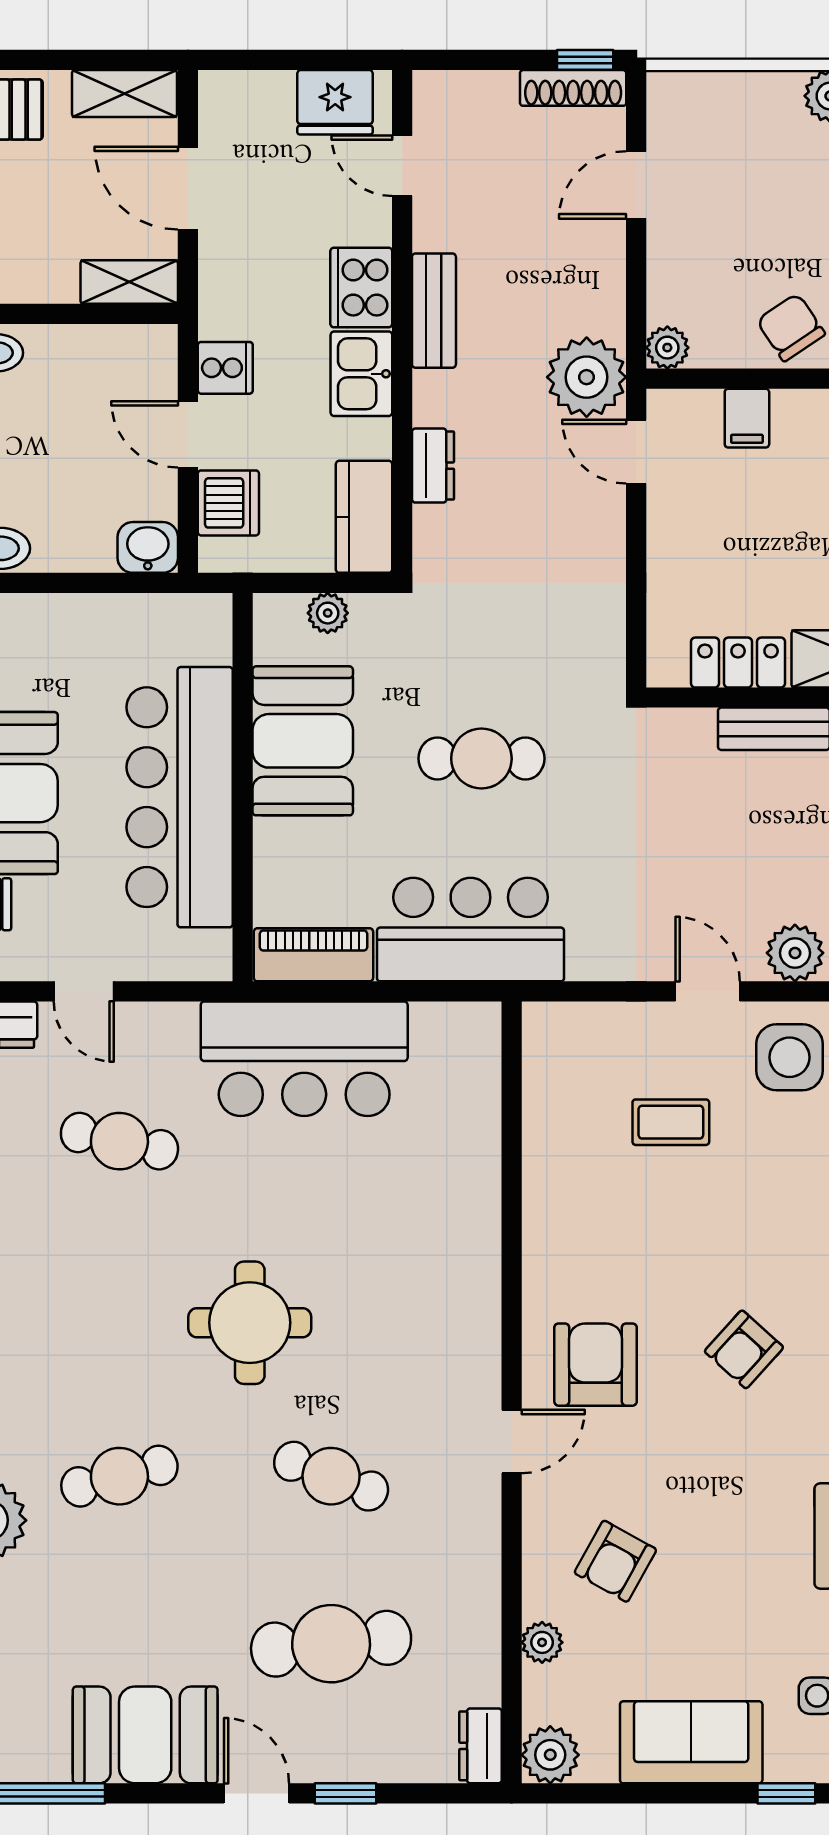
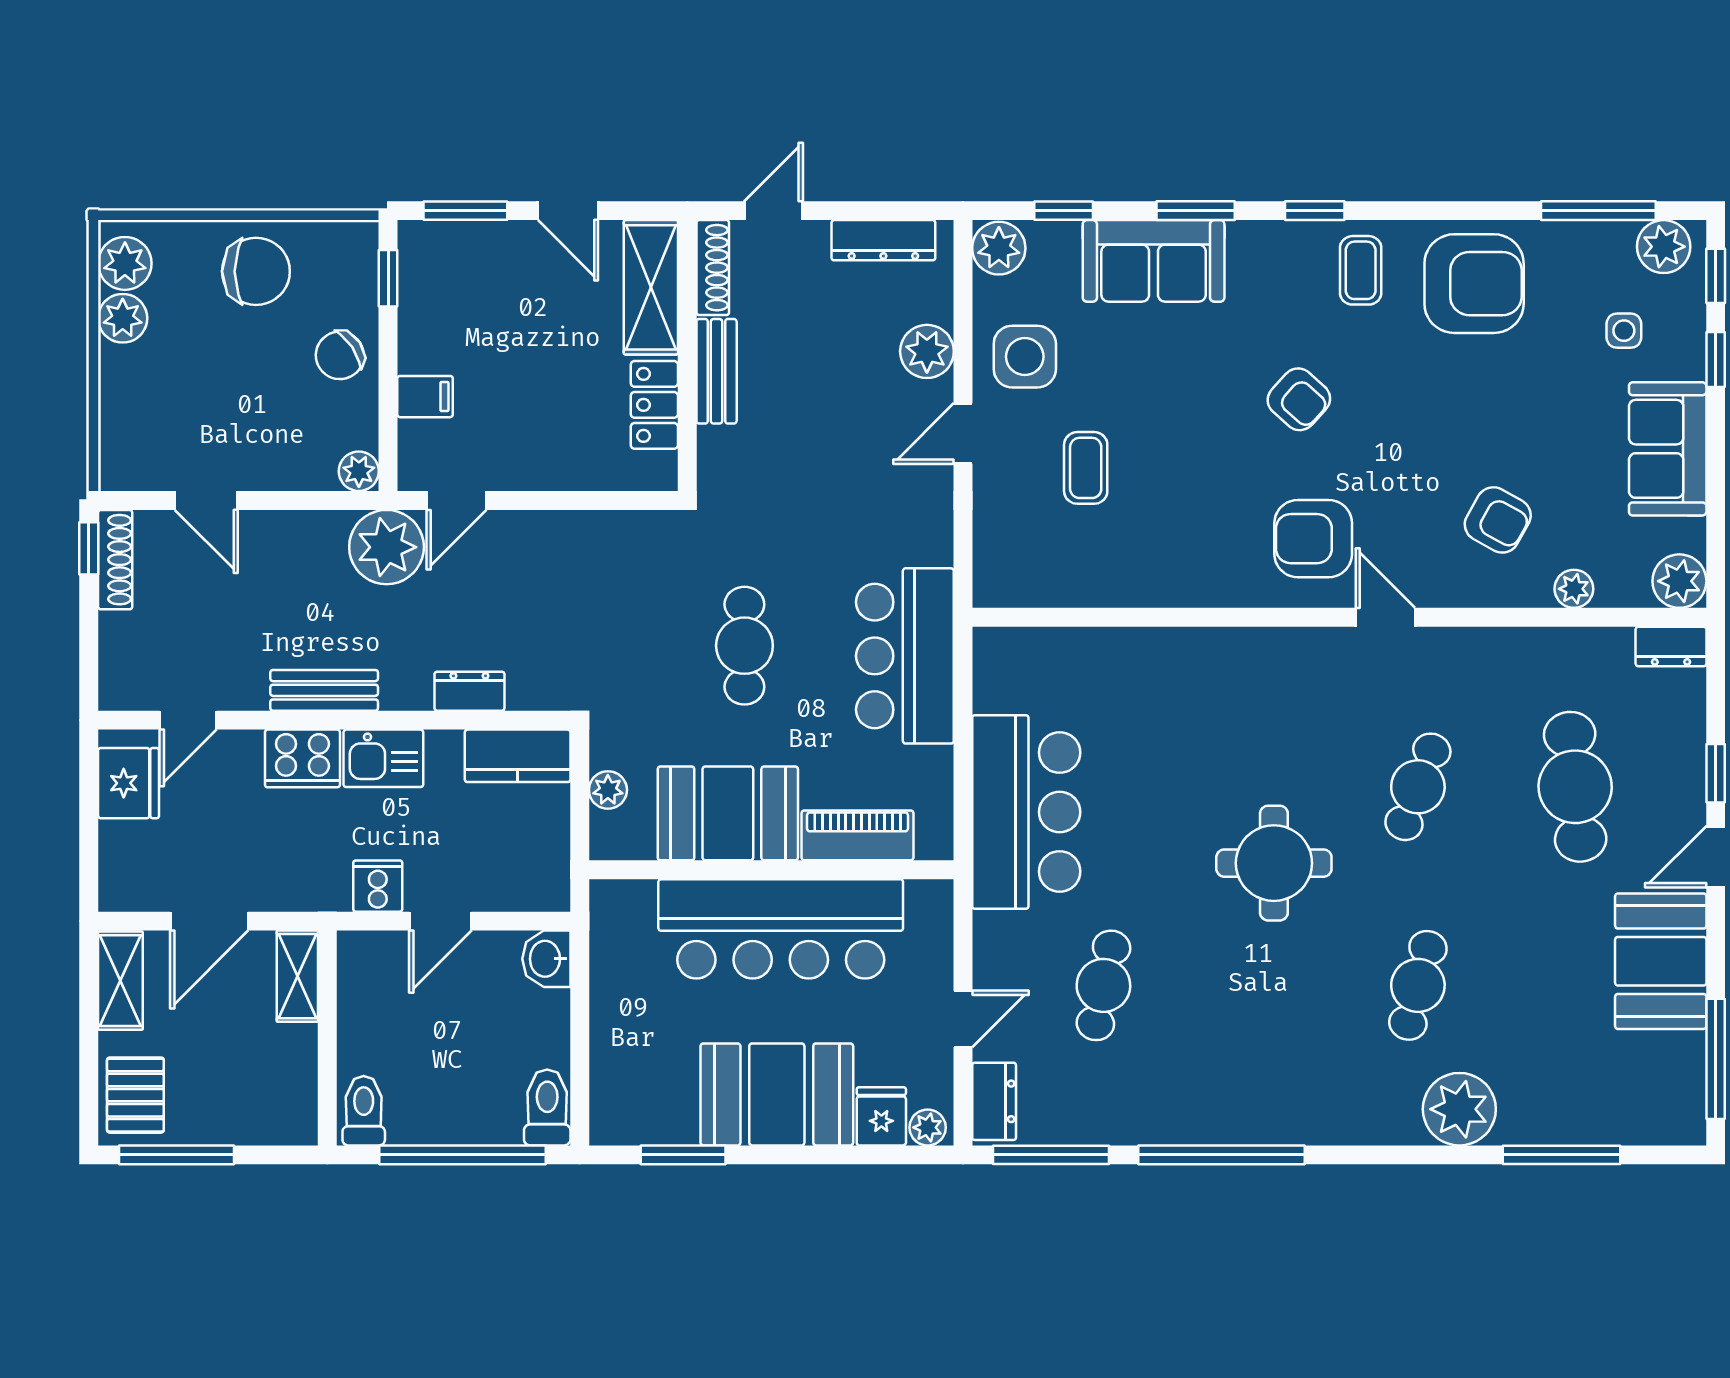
dishwasher: (228, 503) -> (505, 883), removed
piano: (313, 955) -> (857, 835), moved, turned 90
cafe table: (119, 1476) -> (1418, 985), turned 30

